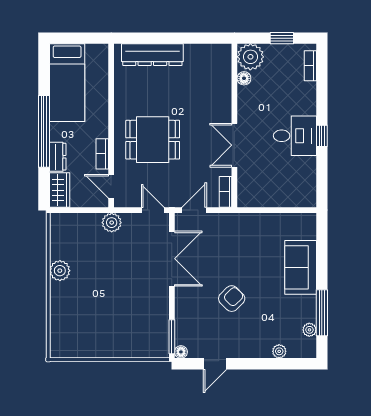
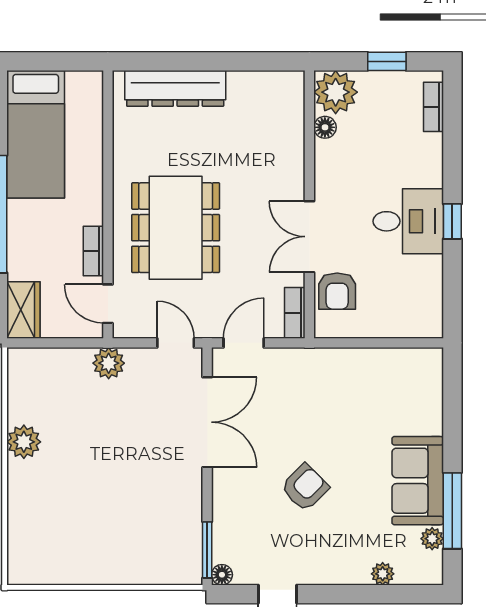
dining table: (153, 140) -> (176, 228), width x1.38
dresser: (58, 157) -> (20, 255), removed
armchair: (251, 178) -> (337, 291), added
sofa: (301, 267) -> (418, 481), moved

